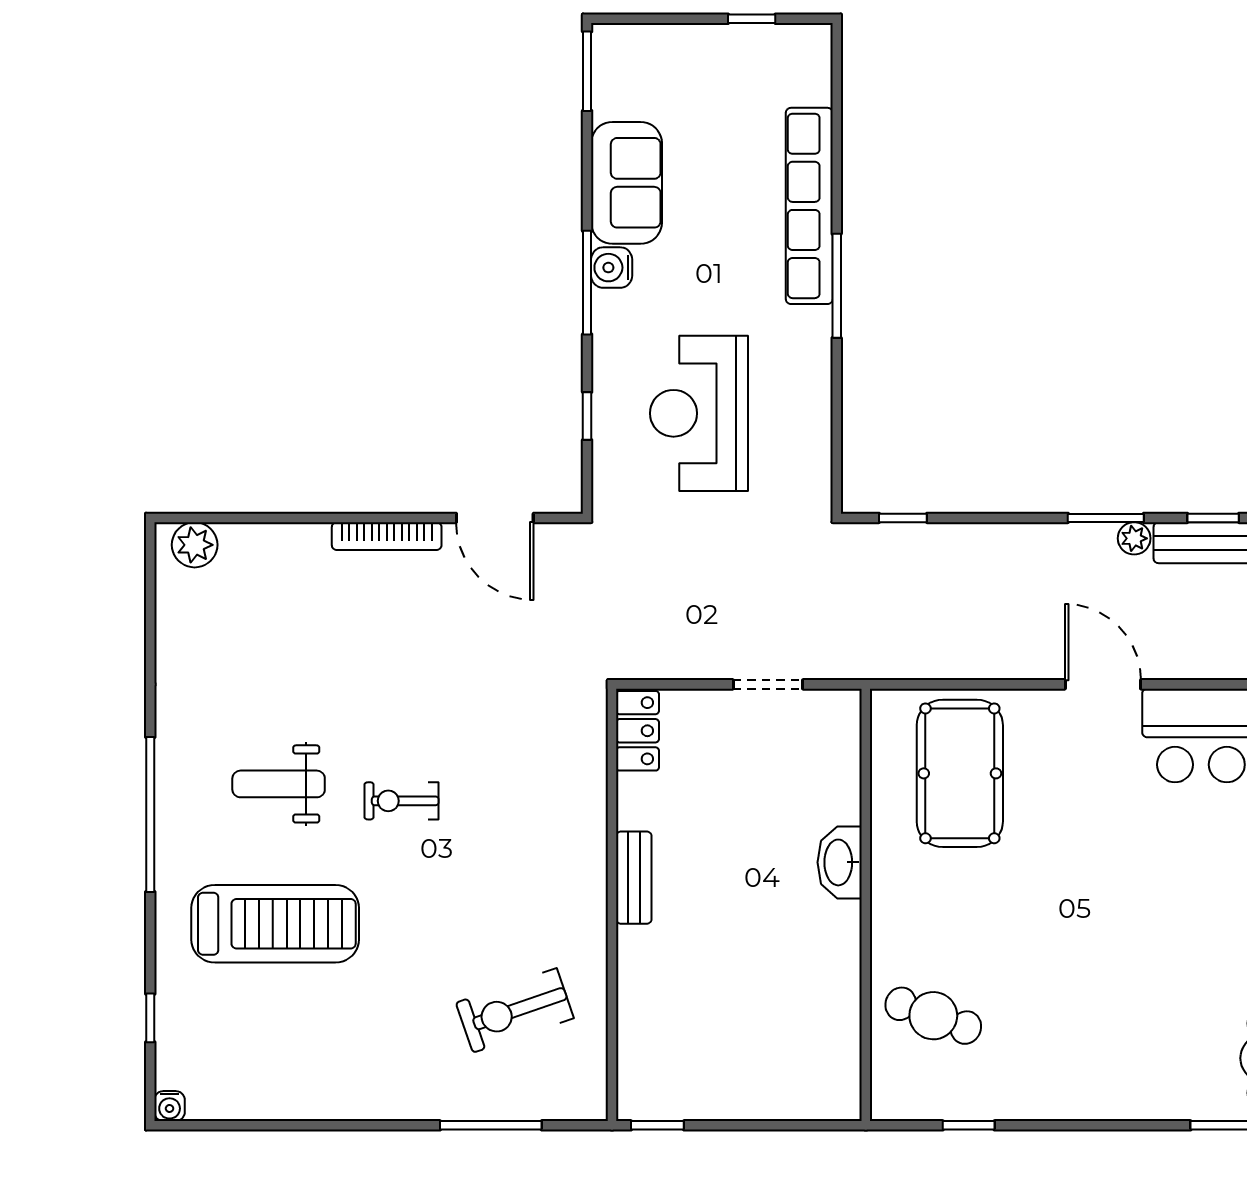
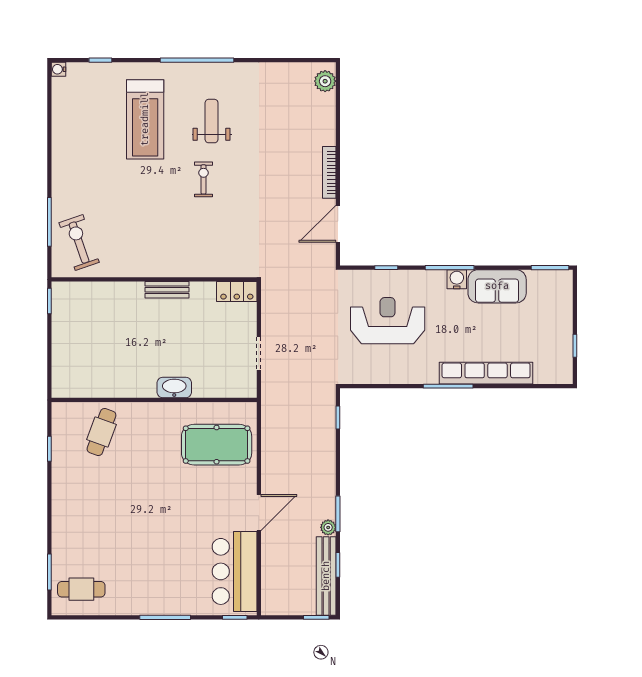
exercise bike: (515, 1010) -> (79, 243), moved

